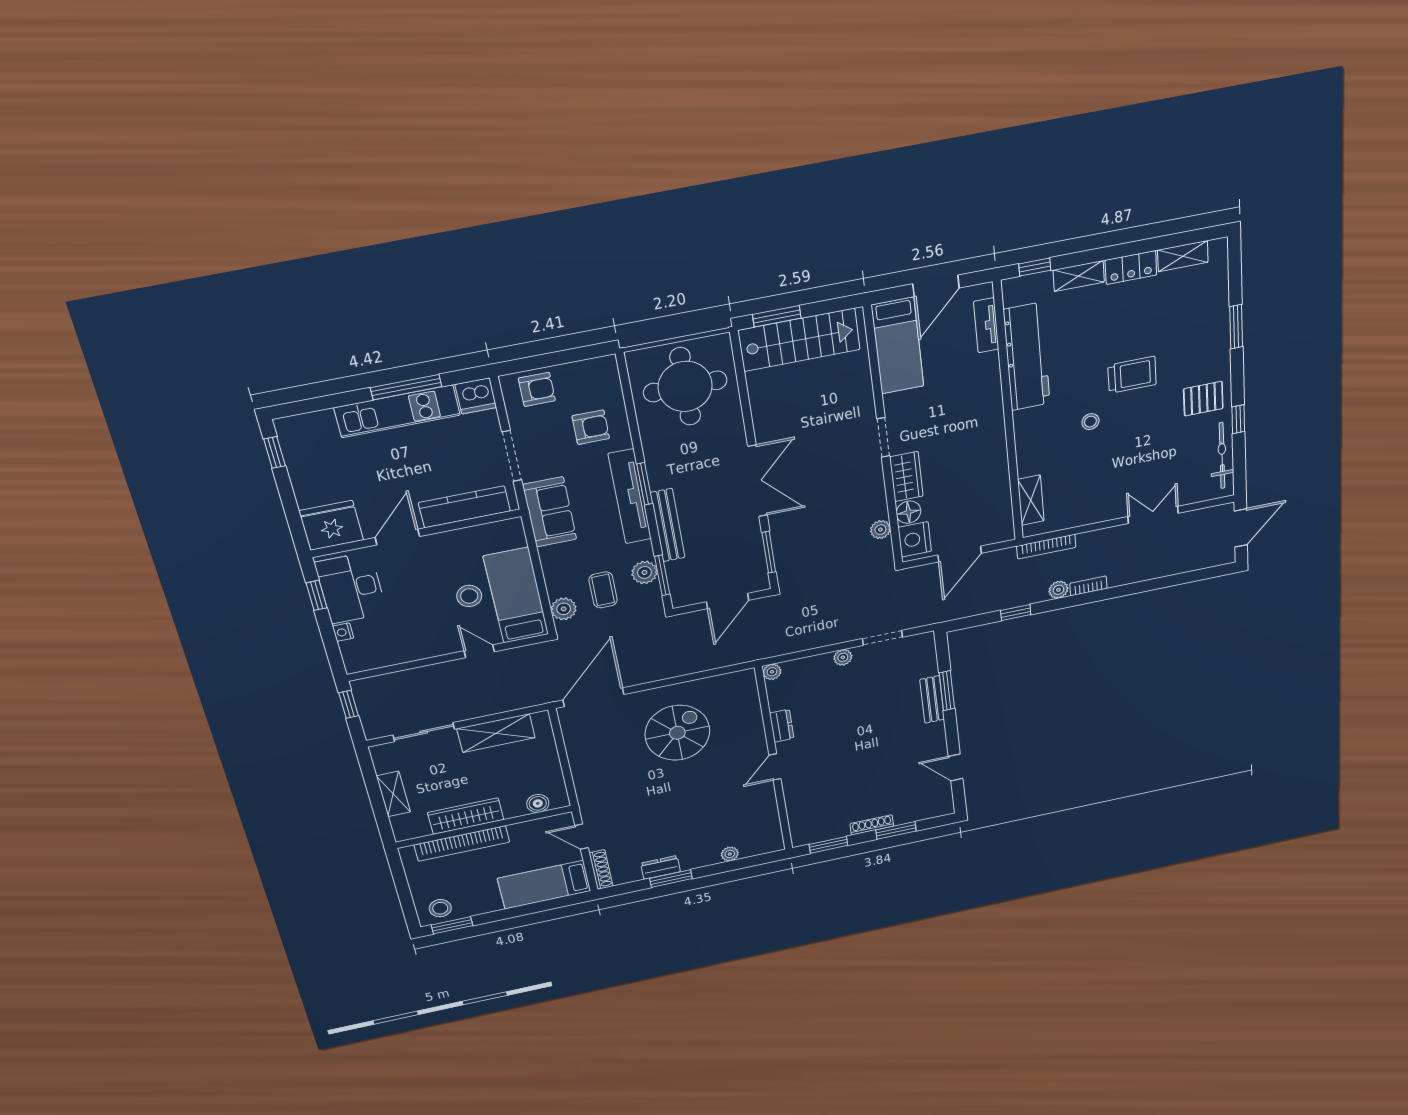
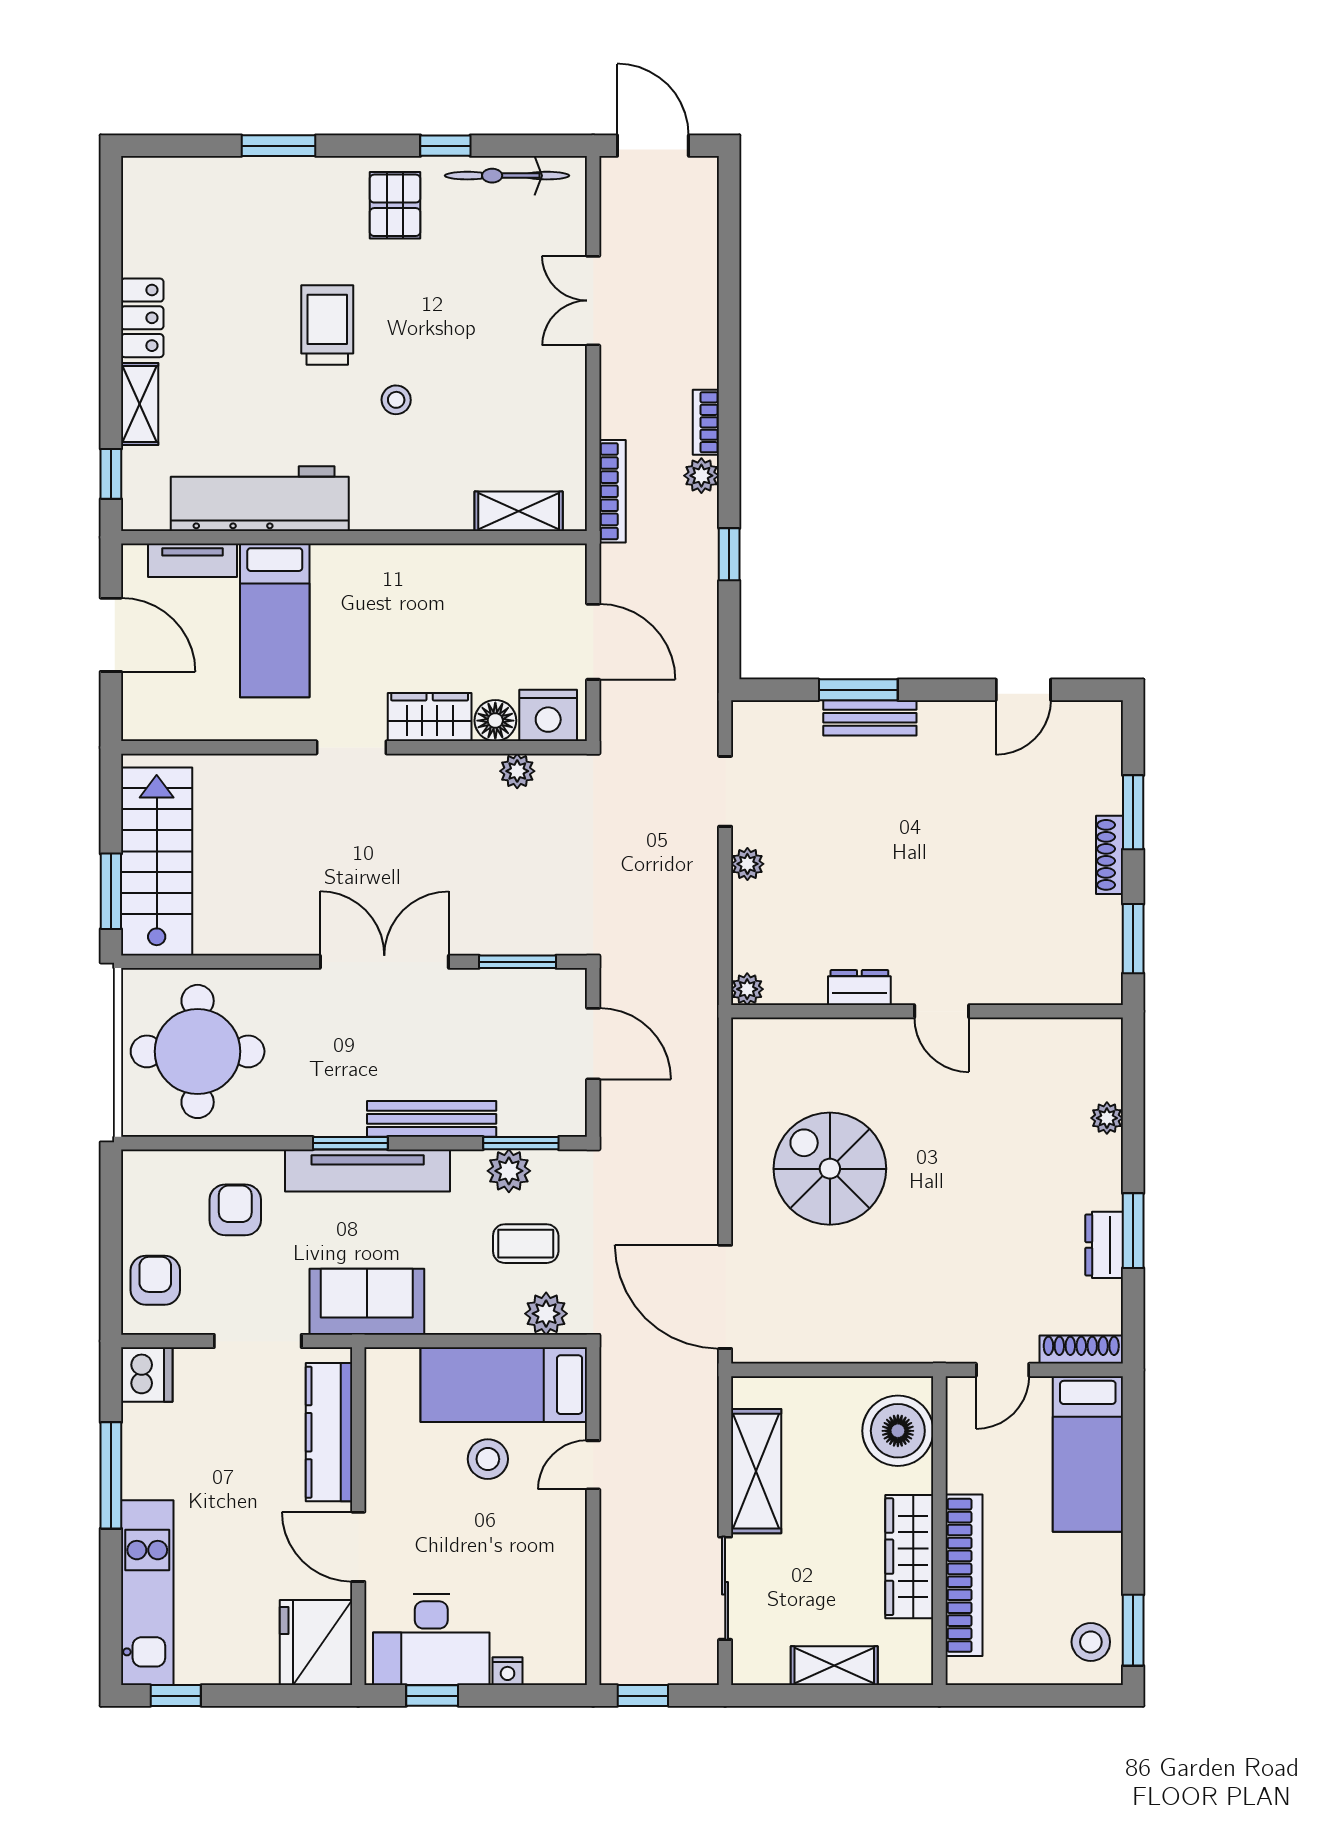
shelving: (1183, 256) -> (140, 231), removed
bed: (898, 346) -> (275, 620), moved, turned 90
kitchen unit: (397, 411) -> (147, 1593), moved
boiler: (538, 803) -> (898, 1431), width x1.86, depth x1.86

